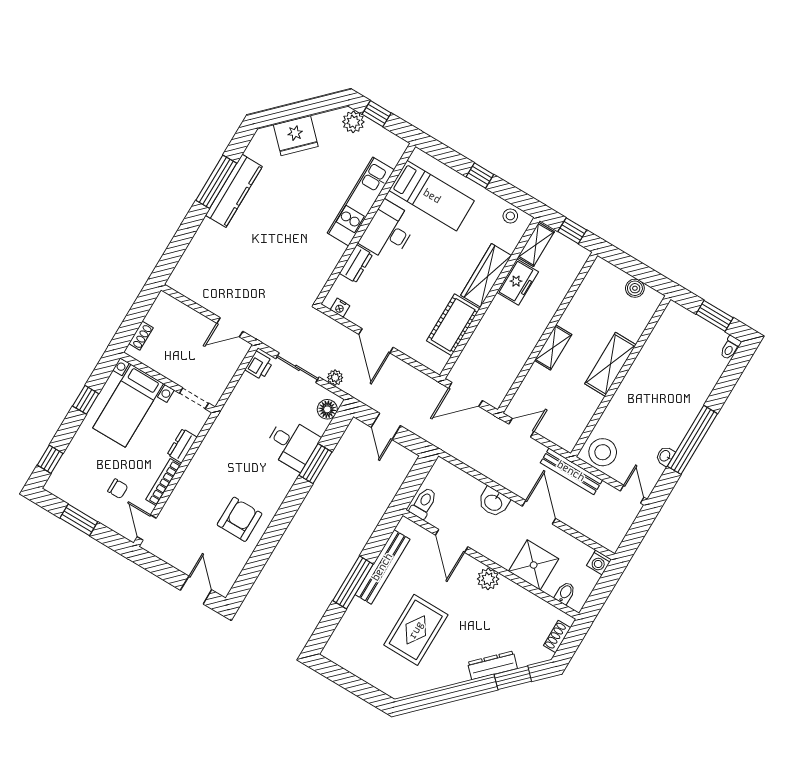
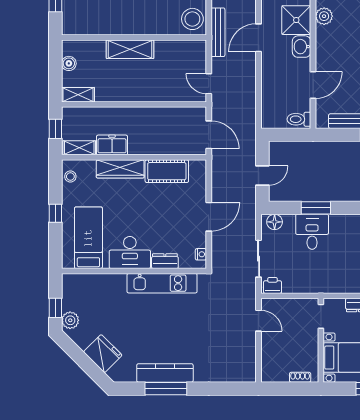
kitchen unit: (361, 201) -> (162, 283), moved
shelving: (553, 347) -> (78, 95), moved
plant: (335, 378) -> (250, 229), removed
washbasin: (494, 502) -> (302, 47), moved, turned 180
plant: (488, 579) -> (324, 16), moved

